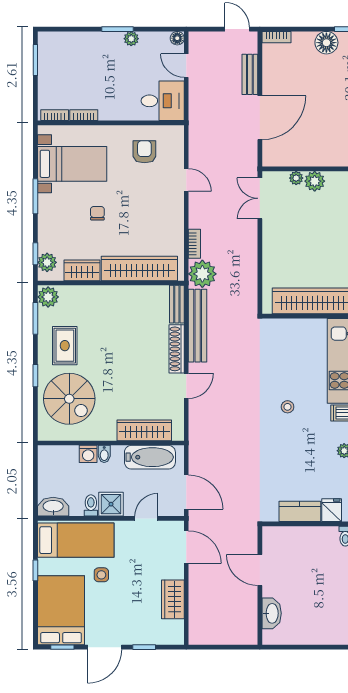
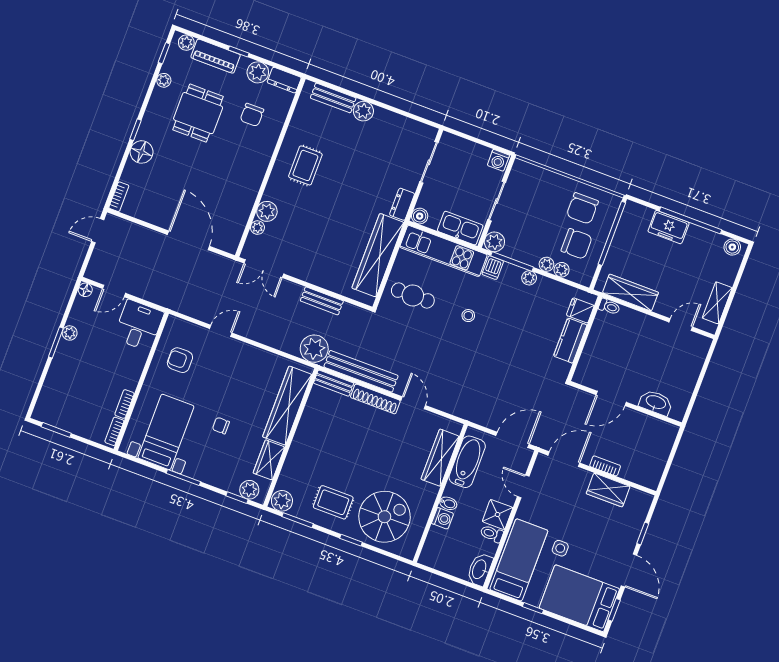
bench: (250, 74) -> (322, 301), moved
bookcase: (194, 244) -> (605, 466), moved
cafe table: (287, 348) -> (413, 295), added

